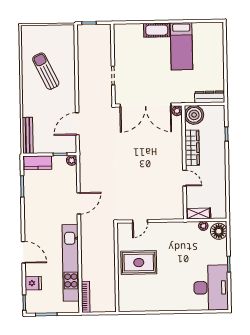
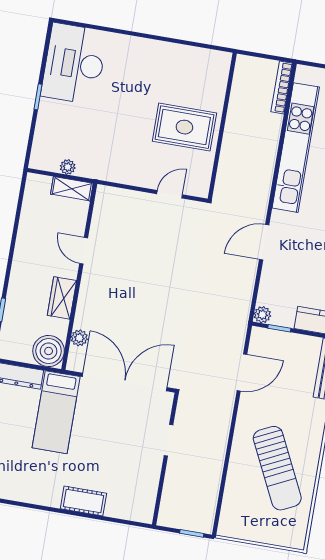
bed: (182, 46) -> (56, 412), moved, turned 180
sun lounger: (46, 71) -> (277, 468), width x1.36, depth x1.34
plant: (177, 111) -> (79, 338), moved
wardrobe: (192, 148) -> (62, 298), width x0.67
floor lamp: (219, 231) -> (44, 153), removed

